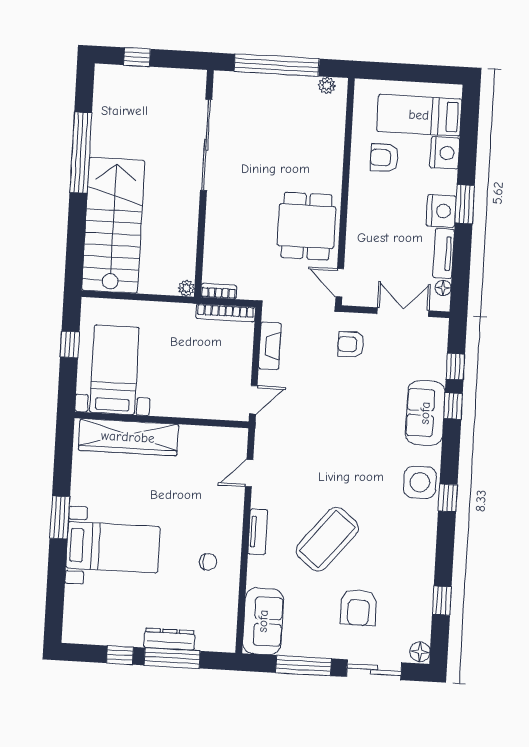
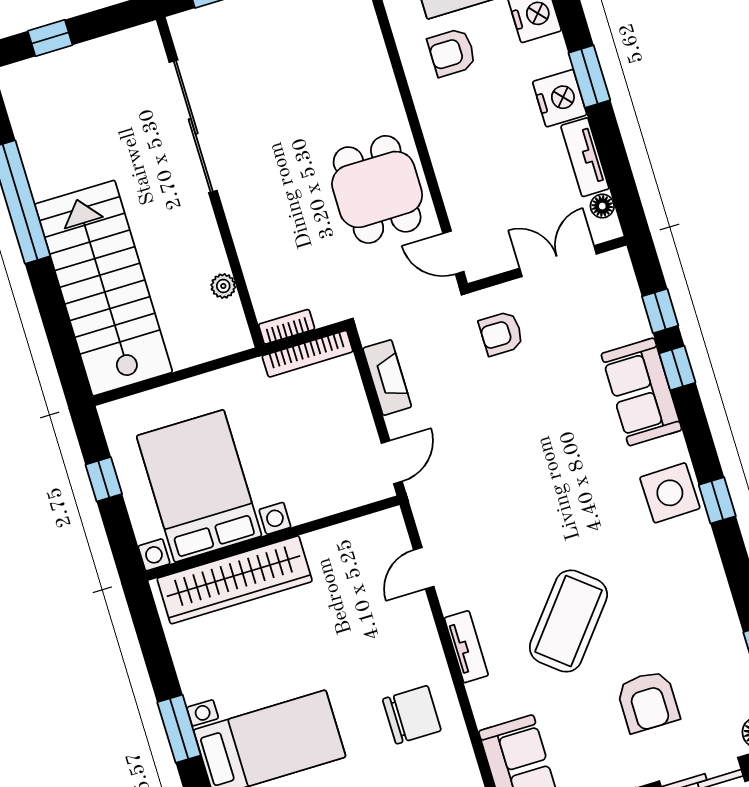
plant: (186, 288) -> (223, 286), moved
bed with nightstands: (114, 370) -> (199, 486), width x1.36
chair: (208, 562) -> (412, 715), width x1.87, depth x1.87

